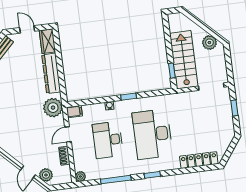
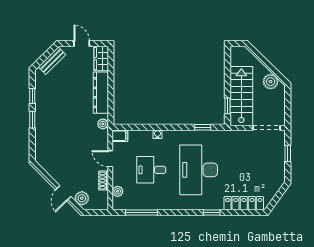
window: (129, 97) -> (203, 127), moved
plant: (53, 108) -> (103, 124), width x0.53, depth x0.53
door: (68, 134) -> (110, 159), hinge flipped
desk: (108, 140) -> (151, 170), width x0.73
window: (152, 175) -> (212, 212), moved
plant: (80, 176) -> (118, 191), moved
window: (116, 180) -> (141, 212), moved

